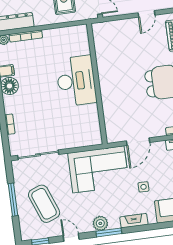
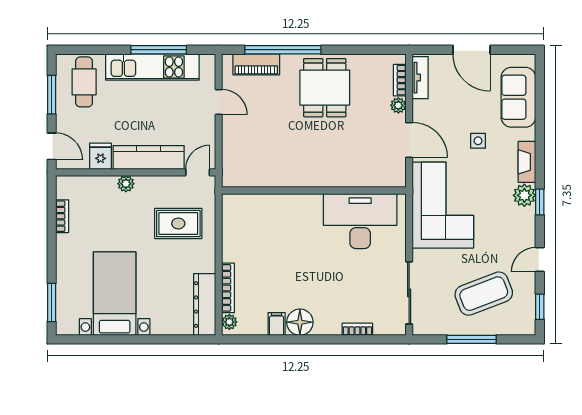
desk: (76, 81) -> (360, 221), moved
plant: (160, 132) -> (398, 105), added
plant: (100, 223) -> (524, 195), moved
window: (109, 232) -> (540, 202), width x0.67

